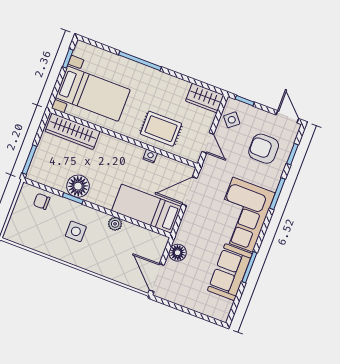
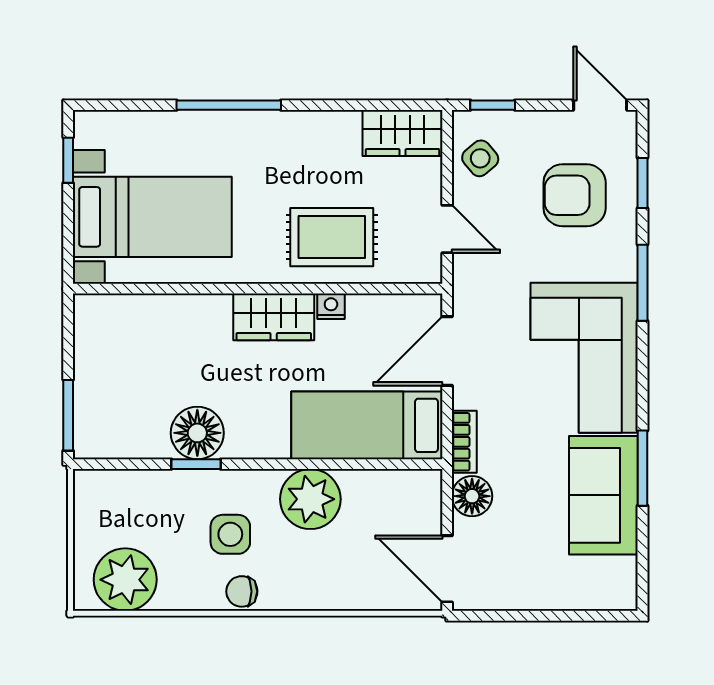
wardrobe: (73, 131) -> (274, 317), moved, width x0.67
chair: (42, 201) -> (242, 591), moved
plant: (115, 224) -> (310, 499), width x1.88, depth x1.88
bookcase: (183, 230) -> (464, 442), added
plant: (27, 233) -> (125, 580), added

